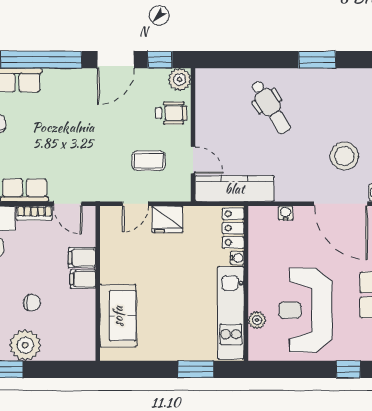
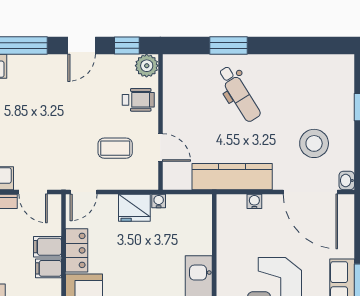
door: (116, 60) -> (82, 46), width x0.73
window: (317, 60) -> (229, 46), moved
kitchen counter: (235, 189) -> (232, 177), moved
door: (135, 204) -> (84, 192), moved
locker: (233, 228) -> (77, 250), moved, turned 180
water cooler: (237, 258) -> (159, 201), moved, turned -90

